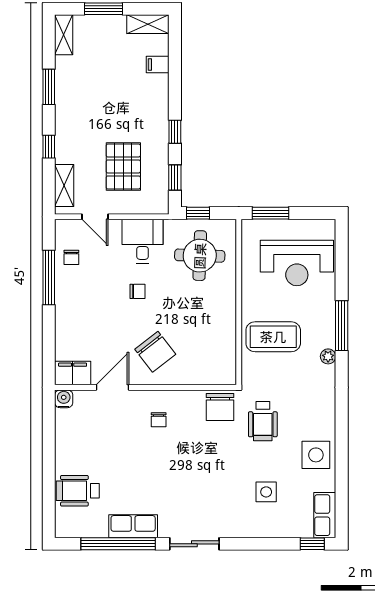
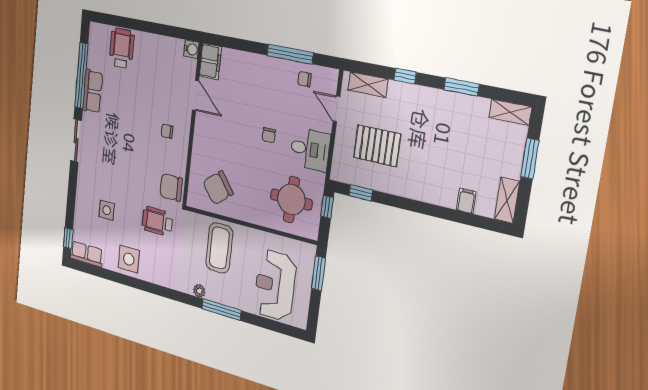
window: (175, 132) -> (401, 203), removed
door: (95, 217) -> (336, 109), hinge flipped
chair: (155, 352) -> (218, 188), moved

